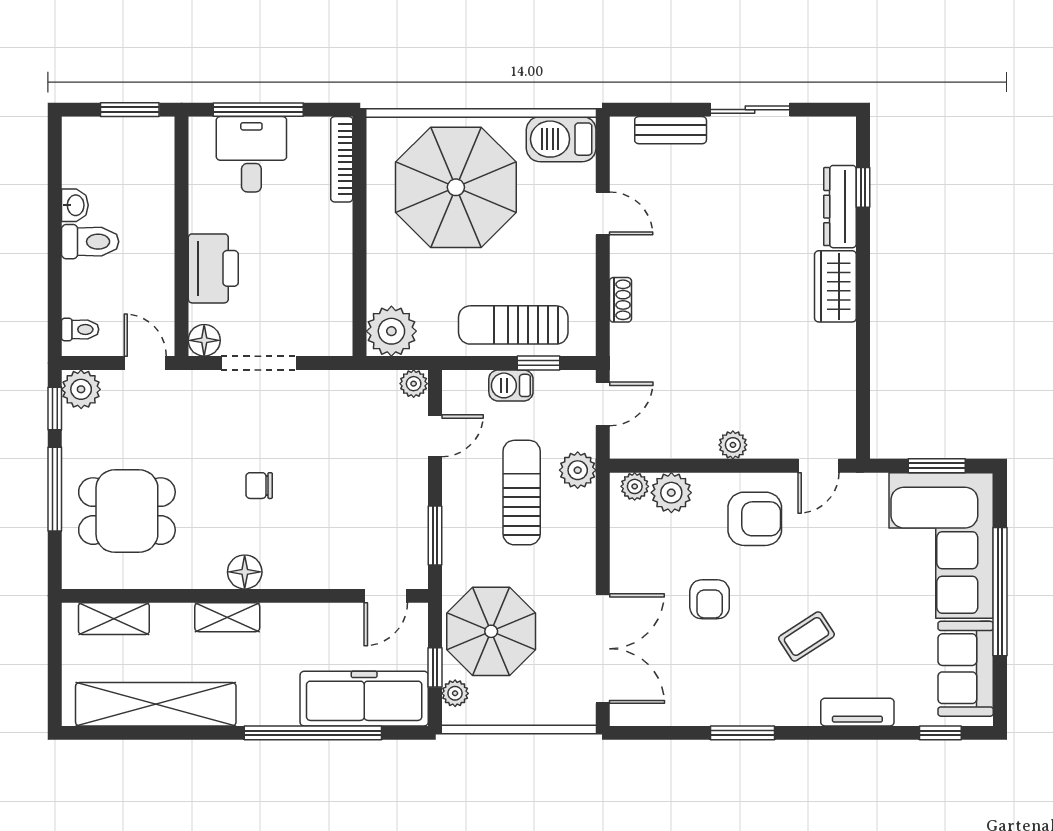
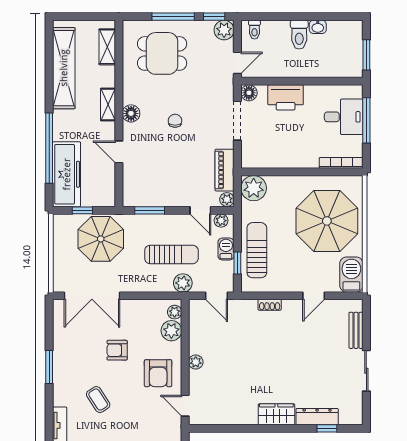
piano: (356, 388) -> (225, 170), added
dining table: (127, 511) -> (162, 53), turned 90
door: (386, 596) -> (119, 152), moved
plant: (455, 693) -> (221, 221), moved

